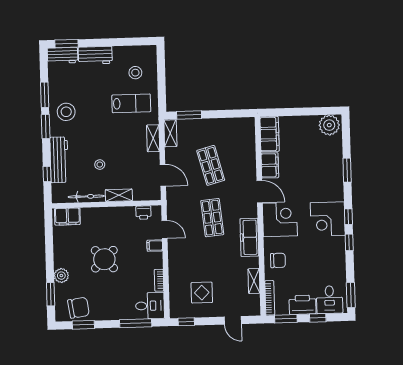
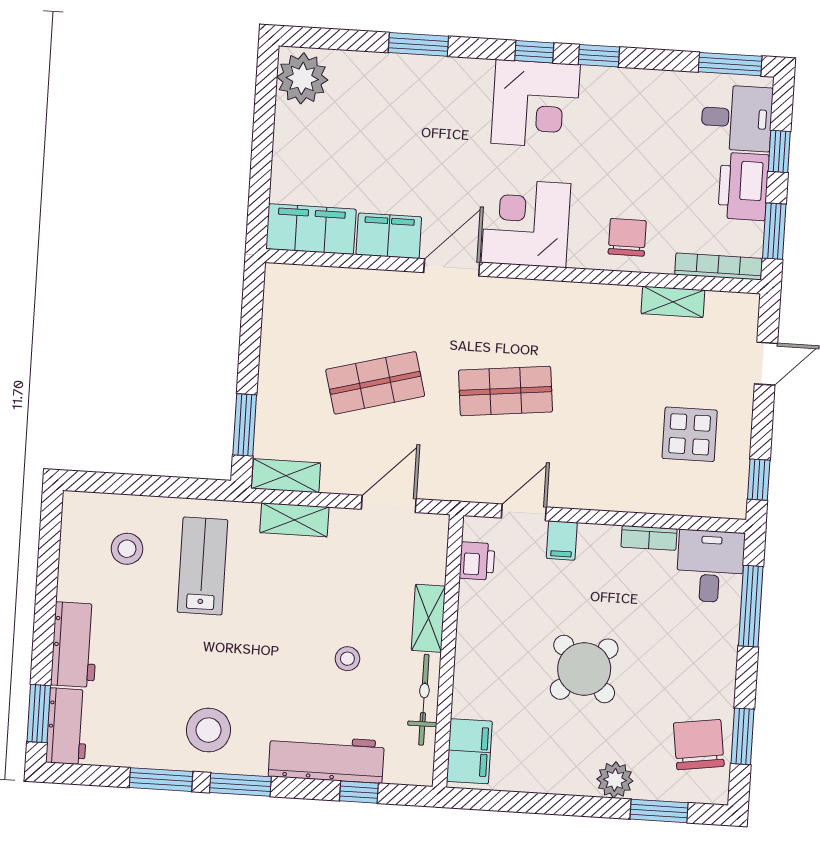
freezer: (249, 237) -> (563, 303), removed

